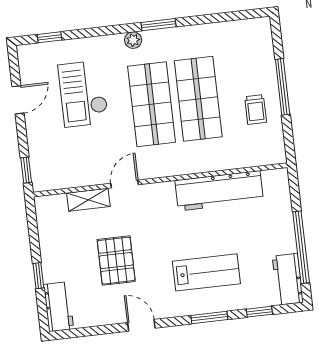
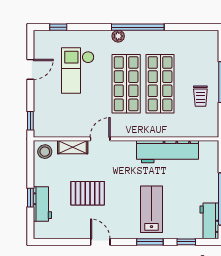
window: (158, 25) -> (138, 27), width x2.11
stool: (51, 210) -> (45, 152), added
pallet: (116, 261) -> (88, 193), turned 90
lab bench: (206, 272) -> (151, 209), turned -90
workbench: (59, 307) -> (42, 204), moved

